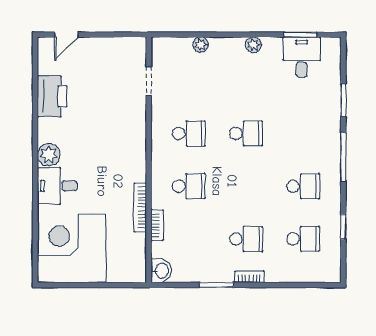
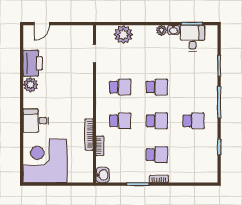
washbasin: (272, 44) -> (174, 30), added
plant: (200, 45) -> (123, 34), width x1.88, depth x1.88
plant: (49, 155) -> (30, 85), moved
school desk: (303, 239) -> (157, 121), moved

